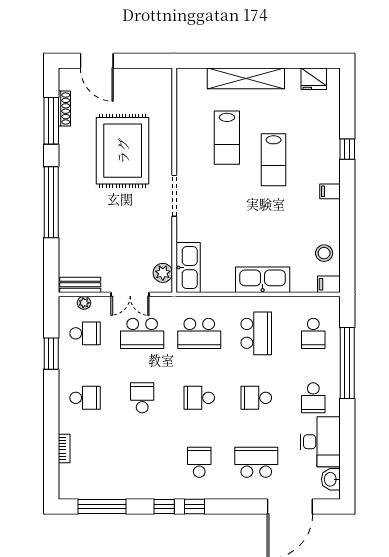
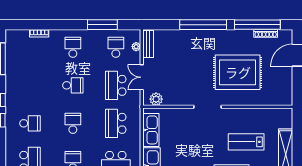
window: (51, 121) -> (257, 25), width x1.46
kitchen sink: (188, 268) -> (151, 130), moved, turned -90
school desk: (85, 333) -> (116, 47), turned 180
window: (51, 354) -> (102, 25), width x1.44
school desk: (85, 398) -> (73, 47), turned 180

